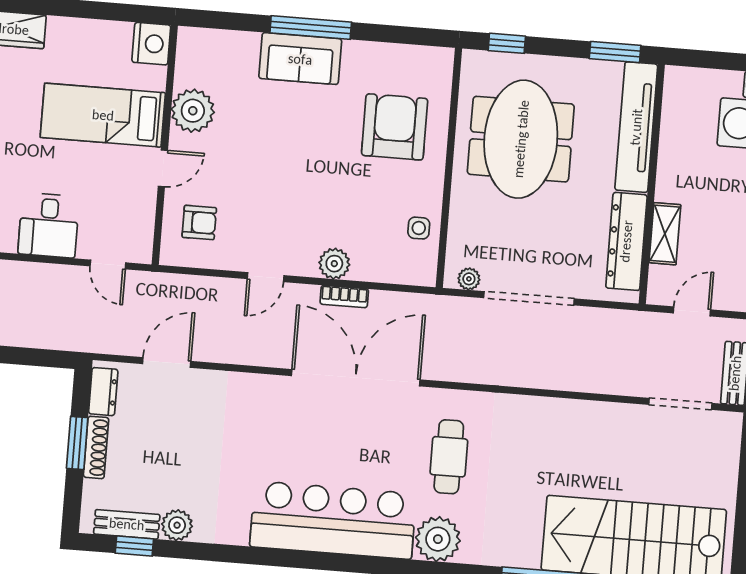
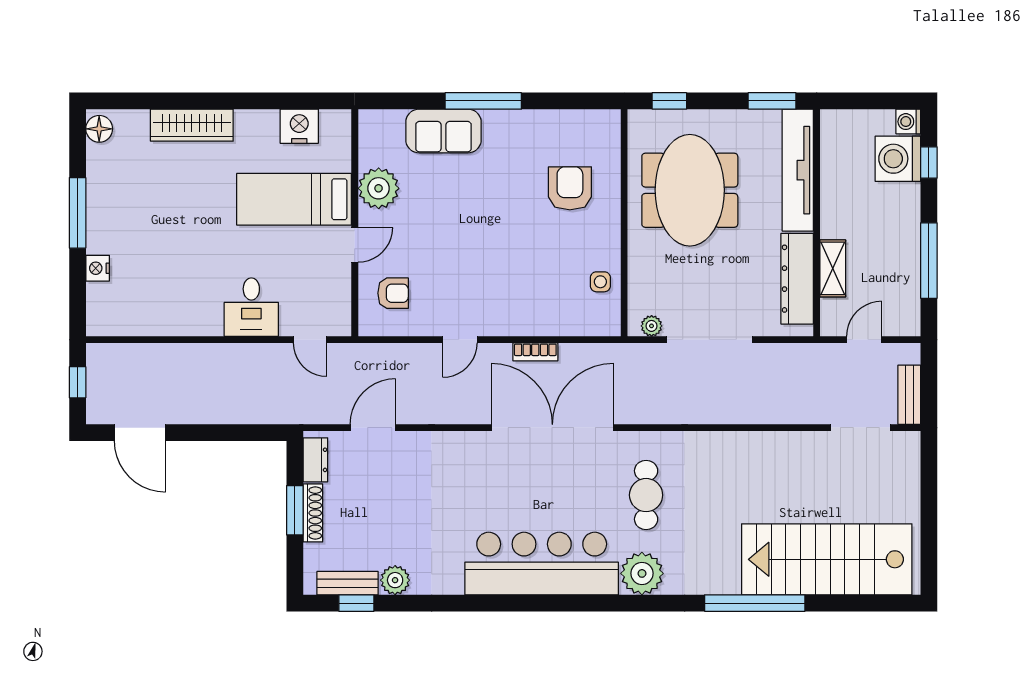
nightstand: (151, 44) -> (299, 126), moved, turned -90
sofa: (300, 59) -> (443, 131), moved
armchair: (395, 127) -> (570, 188), width x0.73, depth x0.73
plant: (334, 264) -> (523, 322), removed

